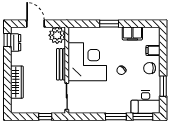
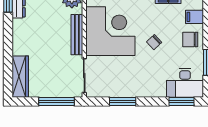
wardrobe: (17, 82) -> (20, 77), moved
window: (45, 117) -> (57, 101), width x2.17
window: (116, 117) -> (123, 101), moved

